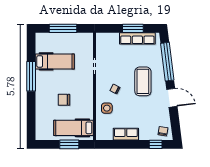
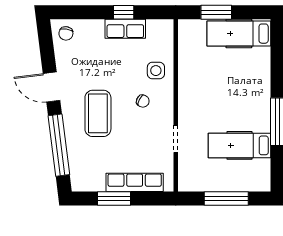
row of seats: (137, 38) -> (135, 182), moved
chair: (64, 100) -> (224, 84), removed
hospital bed: (73, 128) -> (239, 34), moved, turned 180
window: (156, 144) -> (124, 12), moved

